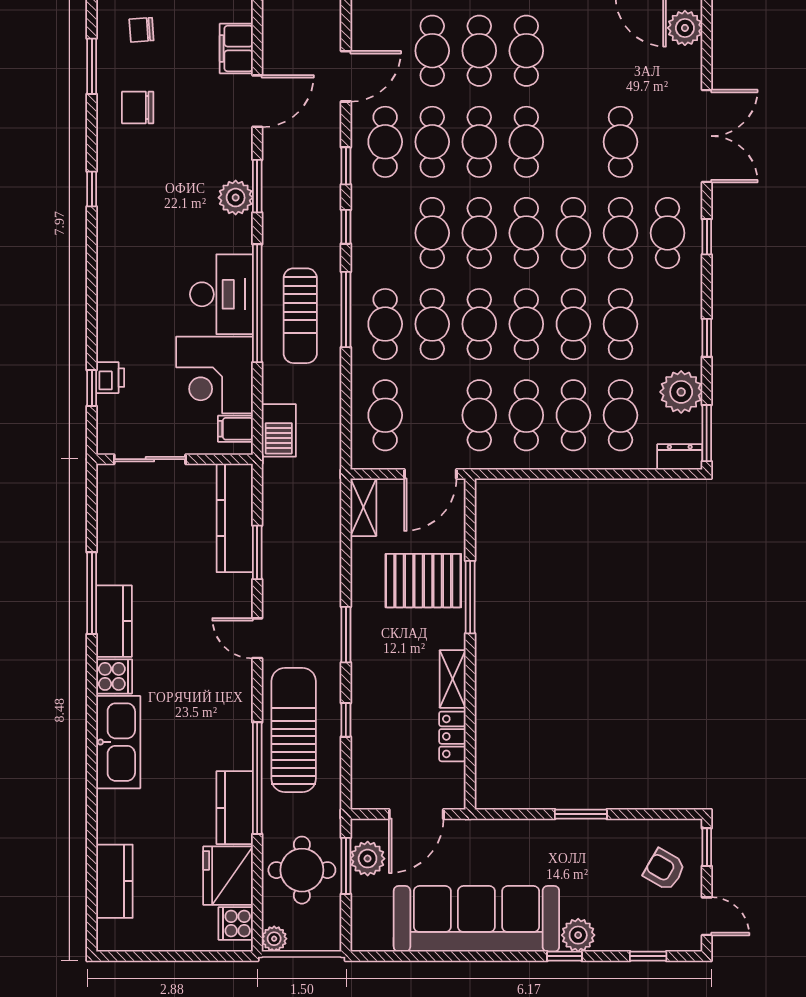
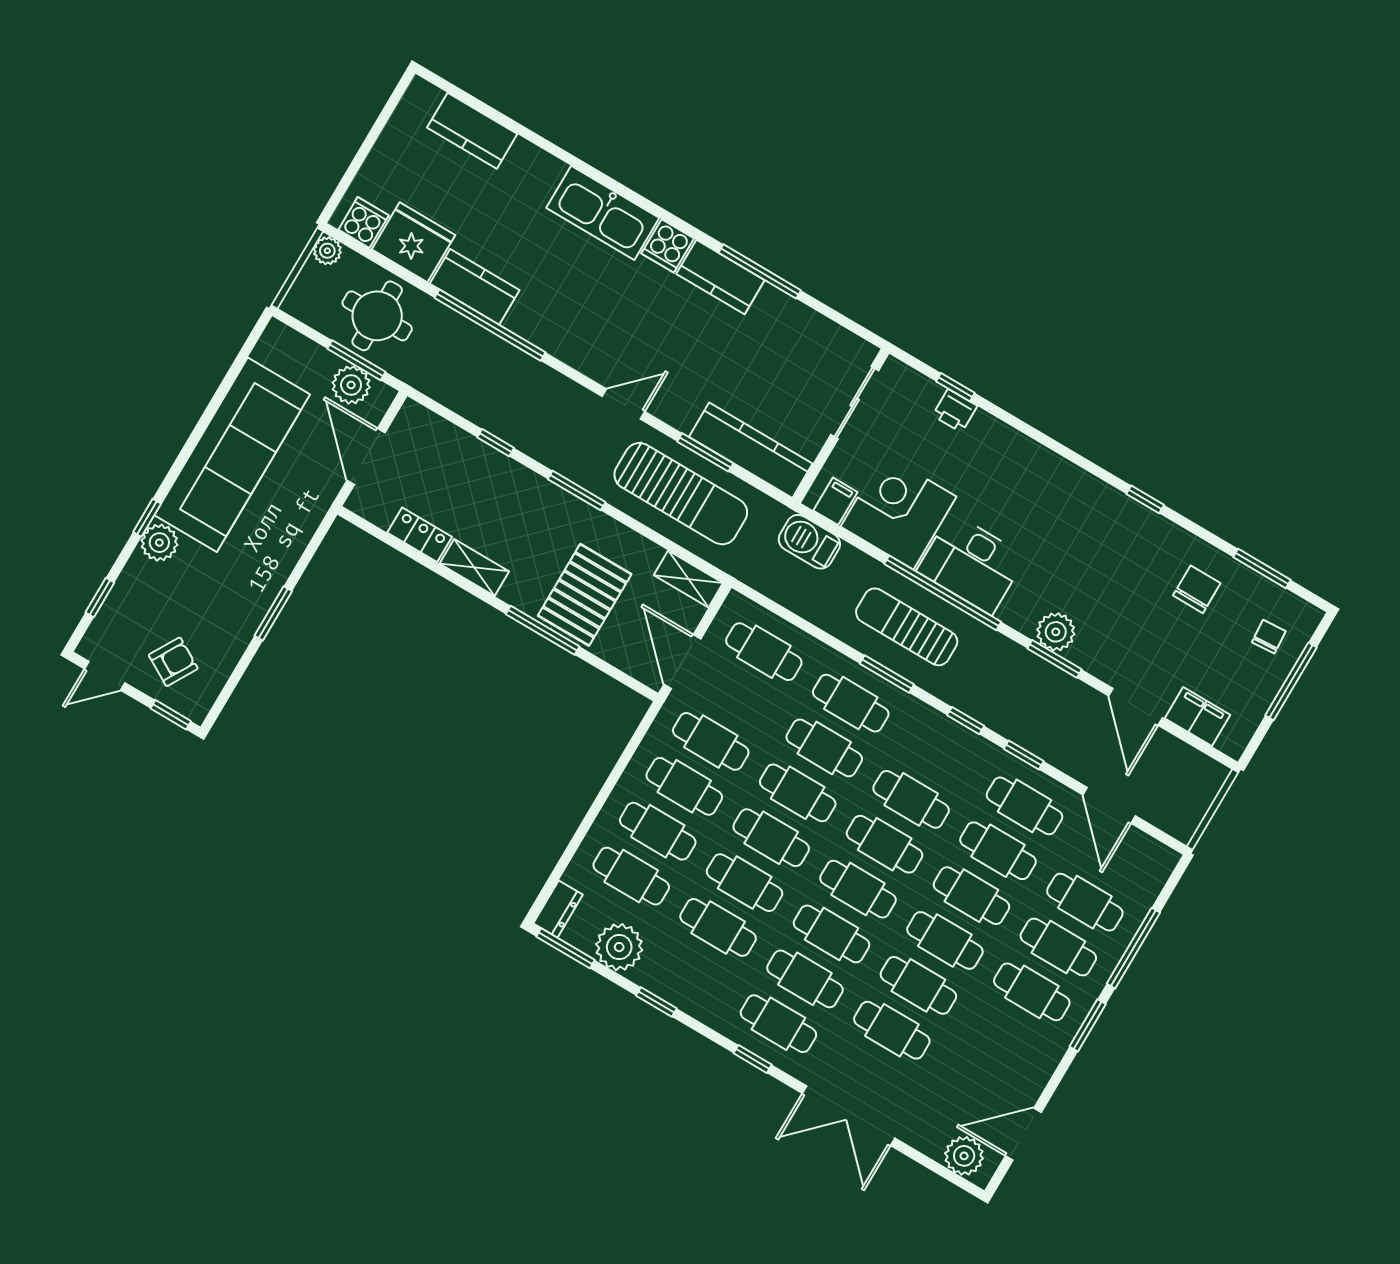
cafe table: (573, 142) -> (918, 985), added
window: (346, 309) -> (887, 674), width x0.69
sun lounger: (294, 730) -> (681, 494), moved

